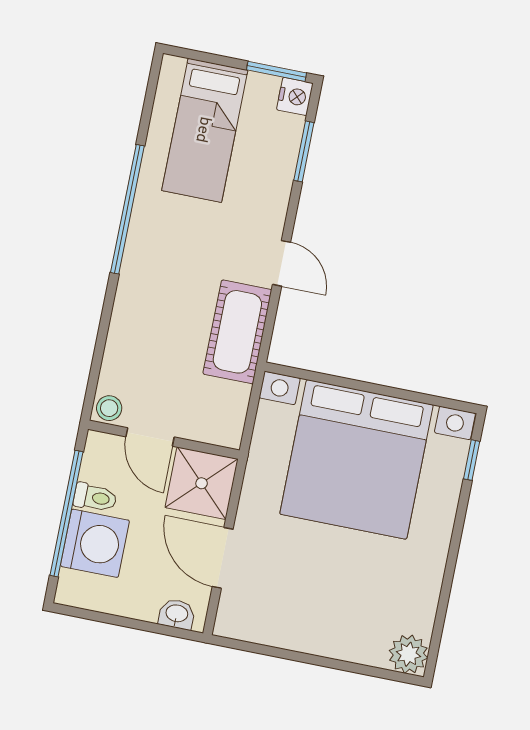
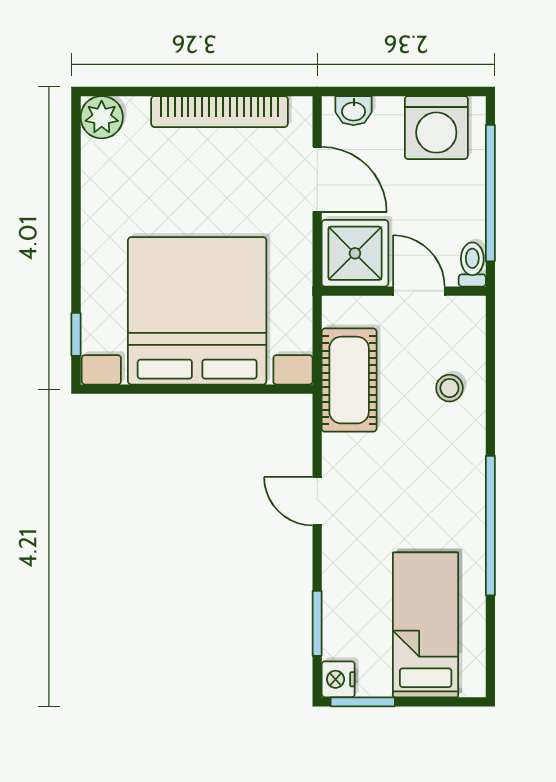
cot: (237, 332) -> (349, 380), moved
stool: (109, 408) -> (449, 388), moved
toilet: (95, 498) -> (472, 265), moved, turned 90
washing machine: (95, 543) -> (436, 128), moved, turned -90
bookcase: (300, 638) -> (220, 112), added

